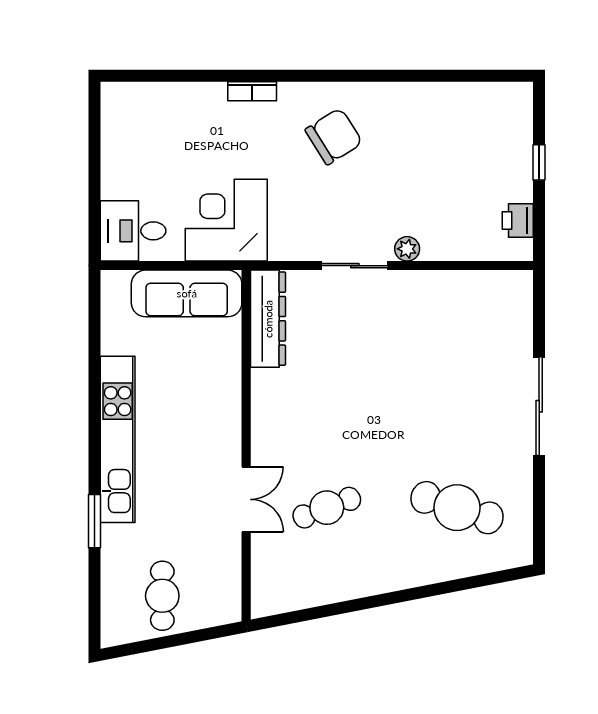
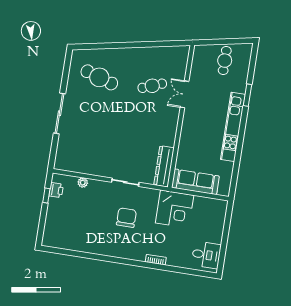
chair: (334, 136) -> (126, 218), moved, turned 122
window: (539, 162) -> (46, 196), moved
desk: (133, 231) -> (206, 255), moved
plant: (407, 249) -> (83, 183), moved

